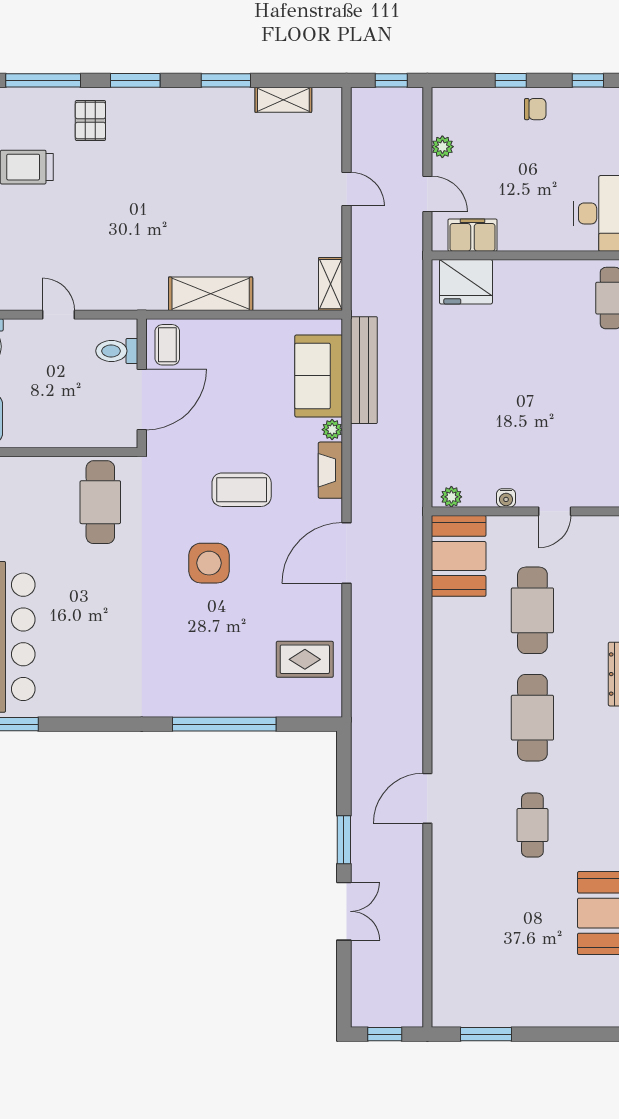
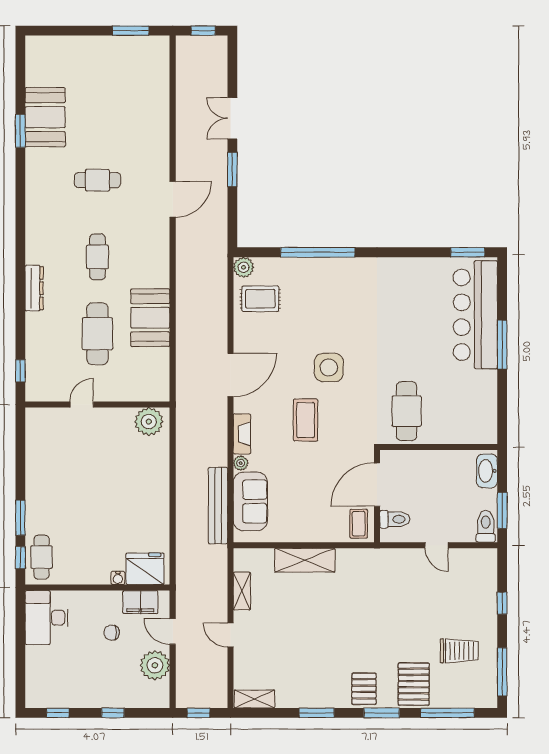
shelving: (283, 100) -> (254, 699), moved
chair: (535, 109) -> (112, 633), moved
pallet: (160, 114) -> (364, 689), added
pallet: (90, 120) -> (414, 684), width x1.50, depth x1.42
plant: (442, 147) -> (155, 665), width x1.87, depth x1.87
shelving: (331, 284) -> (242, 591), moved
shelving: (211, 294) -> (305, 560), moved
coffee table: (242, 490) -> (306, 420), turned 90
plant: (451, 497) -> (149, 422), width x1.88, depth x1.88
water cooler: (506, 498) -> (118, 578), moved, turned 180
booth: (459, 556) -> (150, 318), moved
plant: (328, 703) -> (244, 267), added
cafe table: (532, 718) -> (97, 257), width x0.73, depth x0.74
cafe table: (532, 825) -> (97, 180), turned 90

